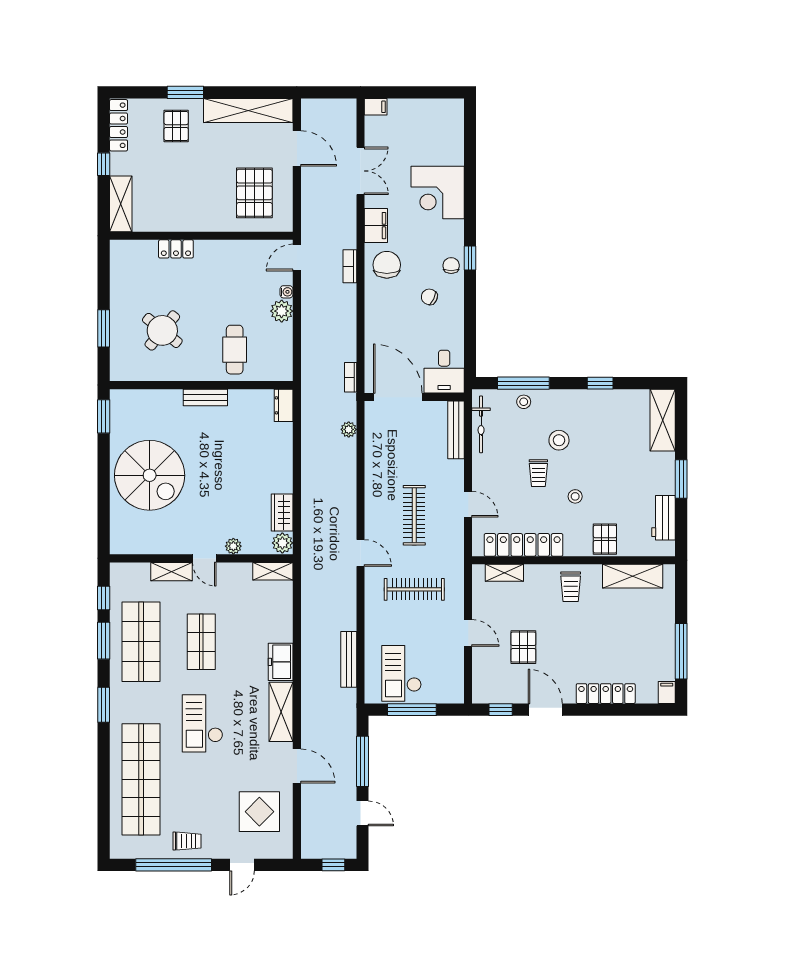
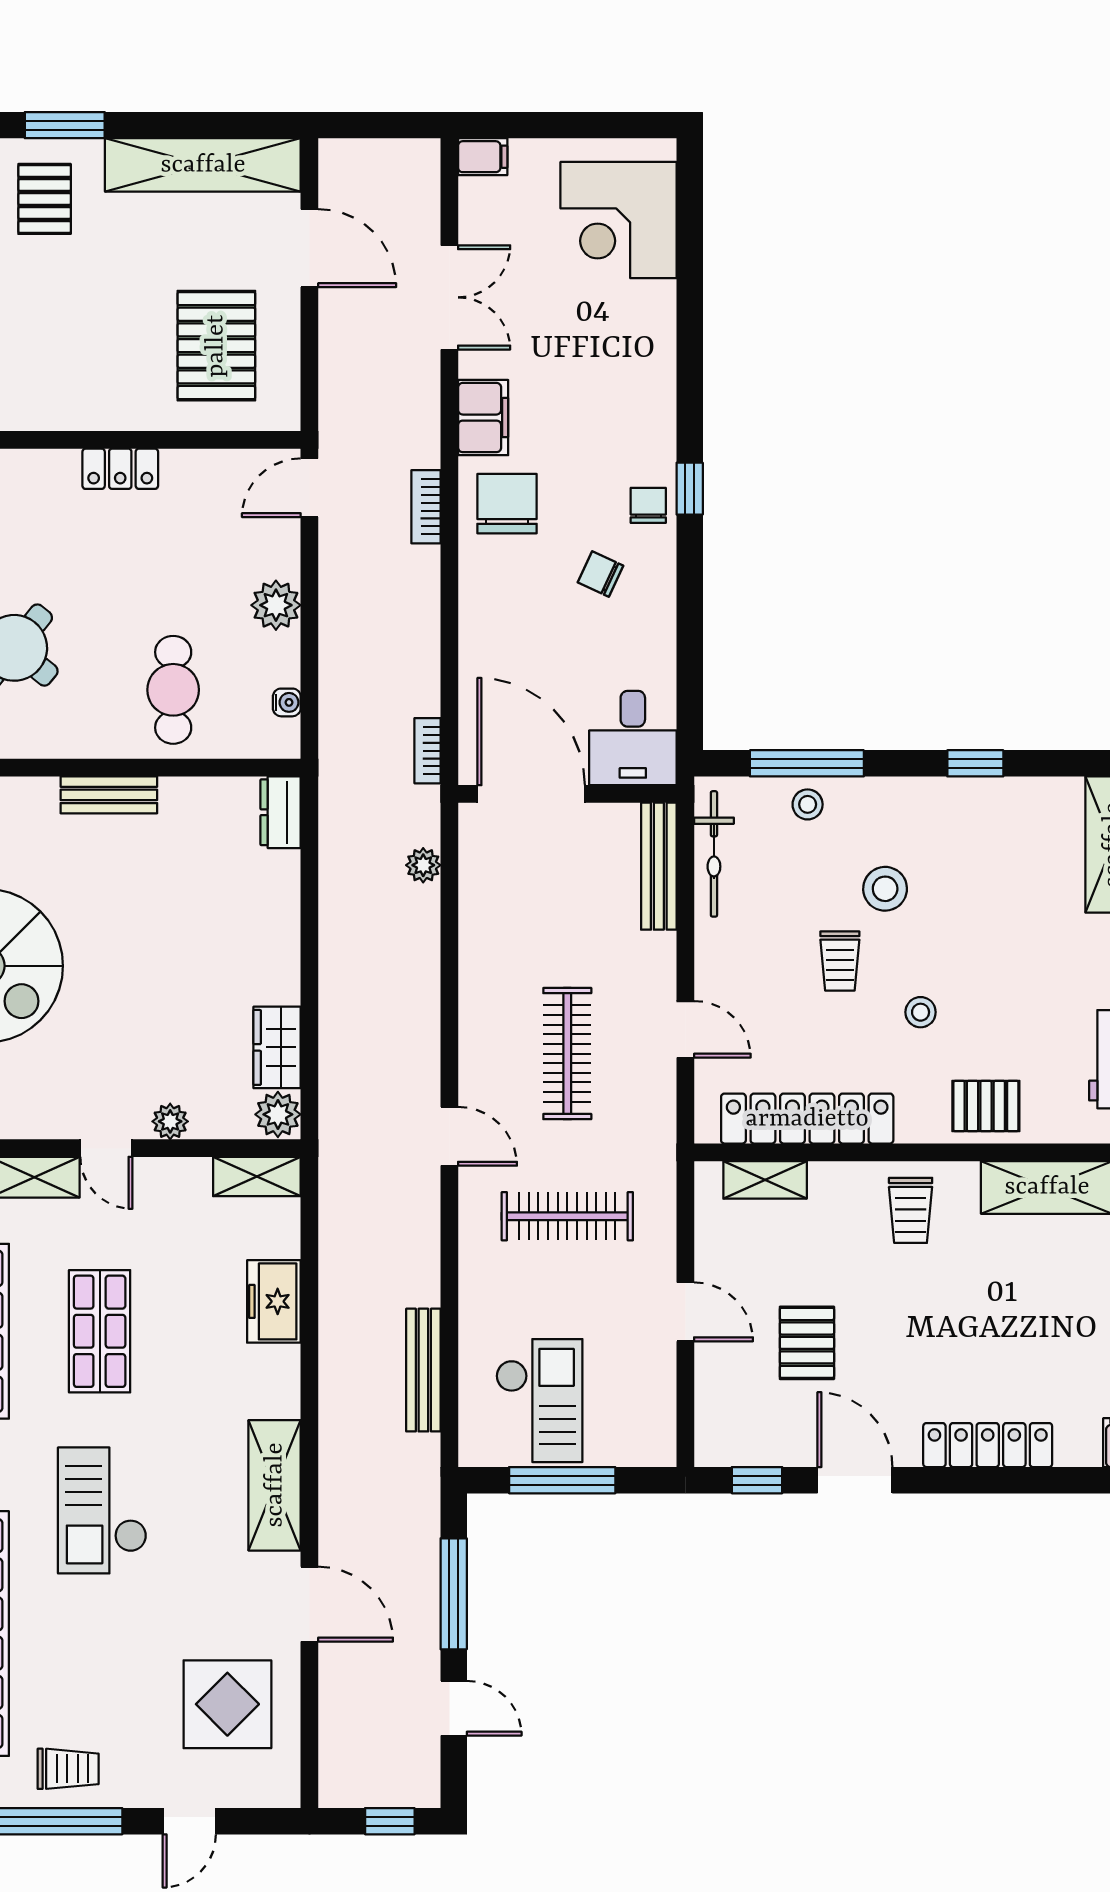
corner desk: (438, 193) -> (619, 220), moved
locker: (176, 249) -> (120, 469), moved
water cooler: (286, 292) -> (287, 702), moved
pallet: (605, 539) -> (986, 1106), turned 90
freezer: (281, 662) -> (274, 1301), moved
checkout: (401, 673) -> (539, 1401), turned 180

